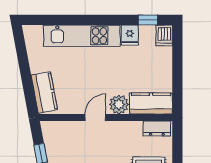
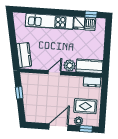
dishwasher: (164, 35) -> (90, 24), moved

